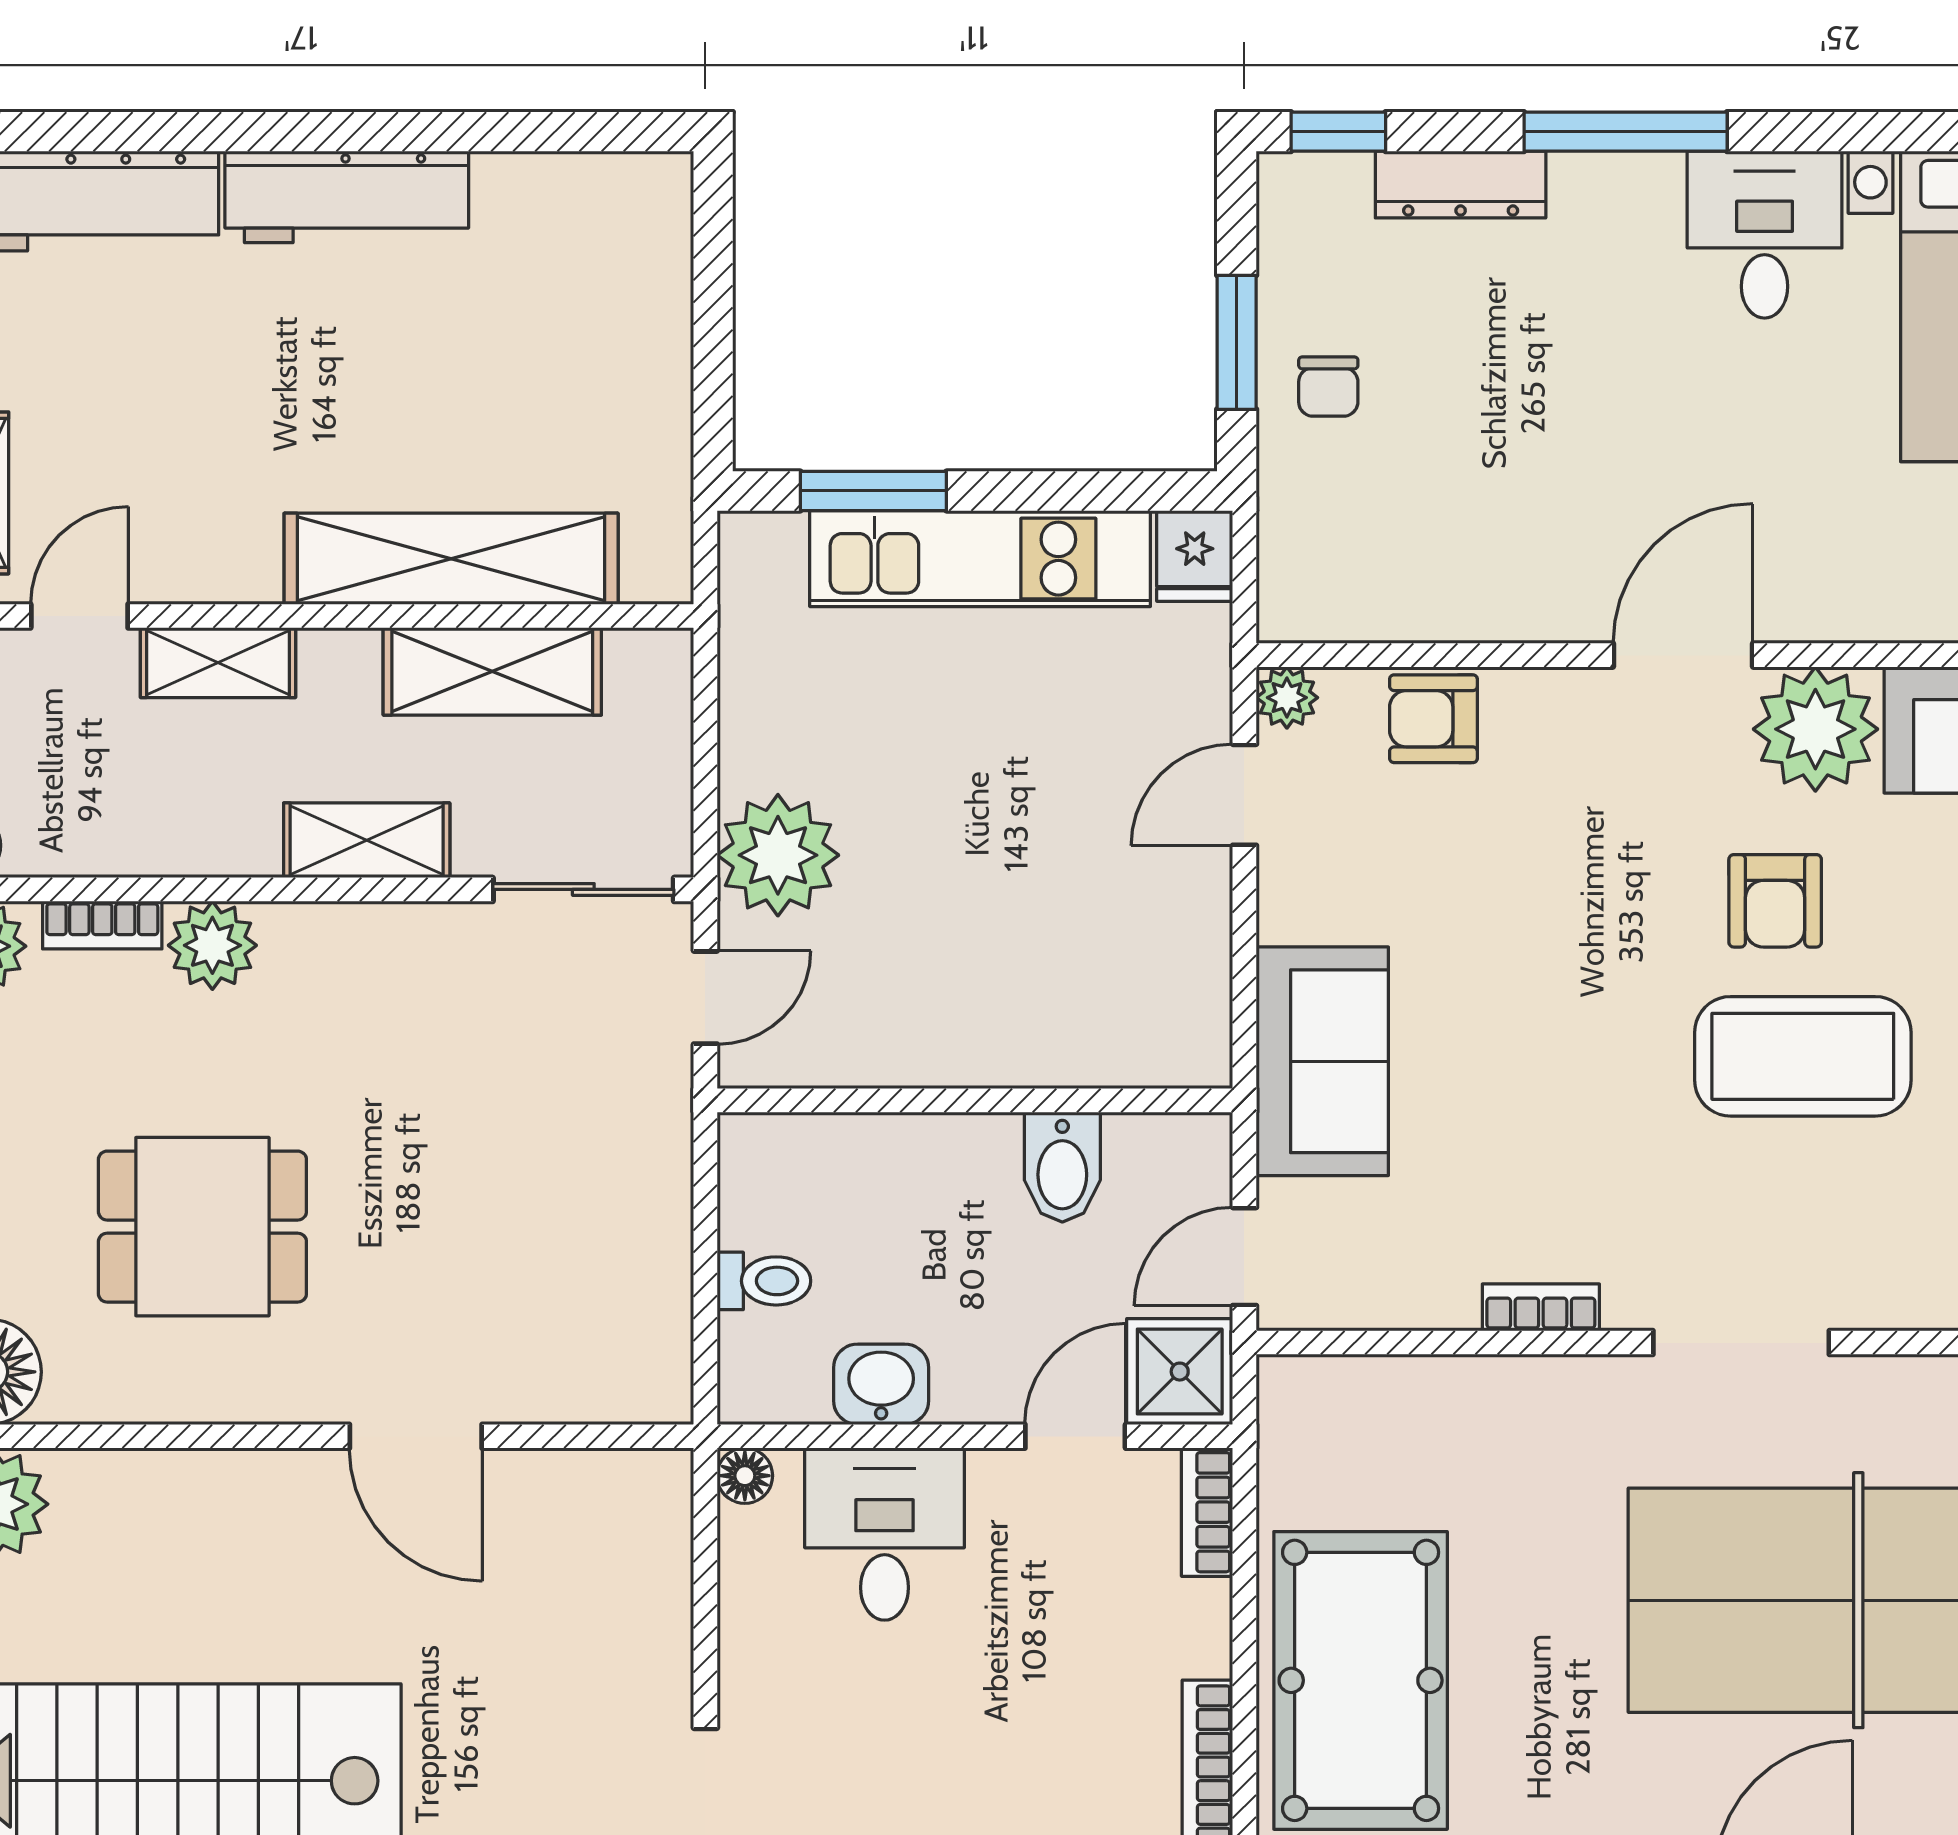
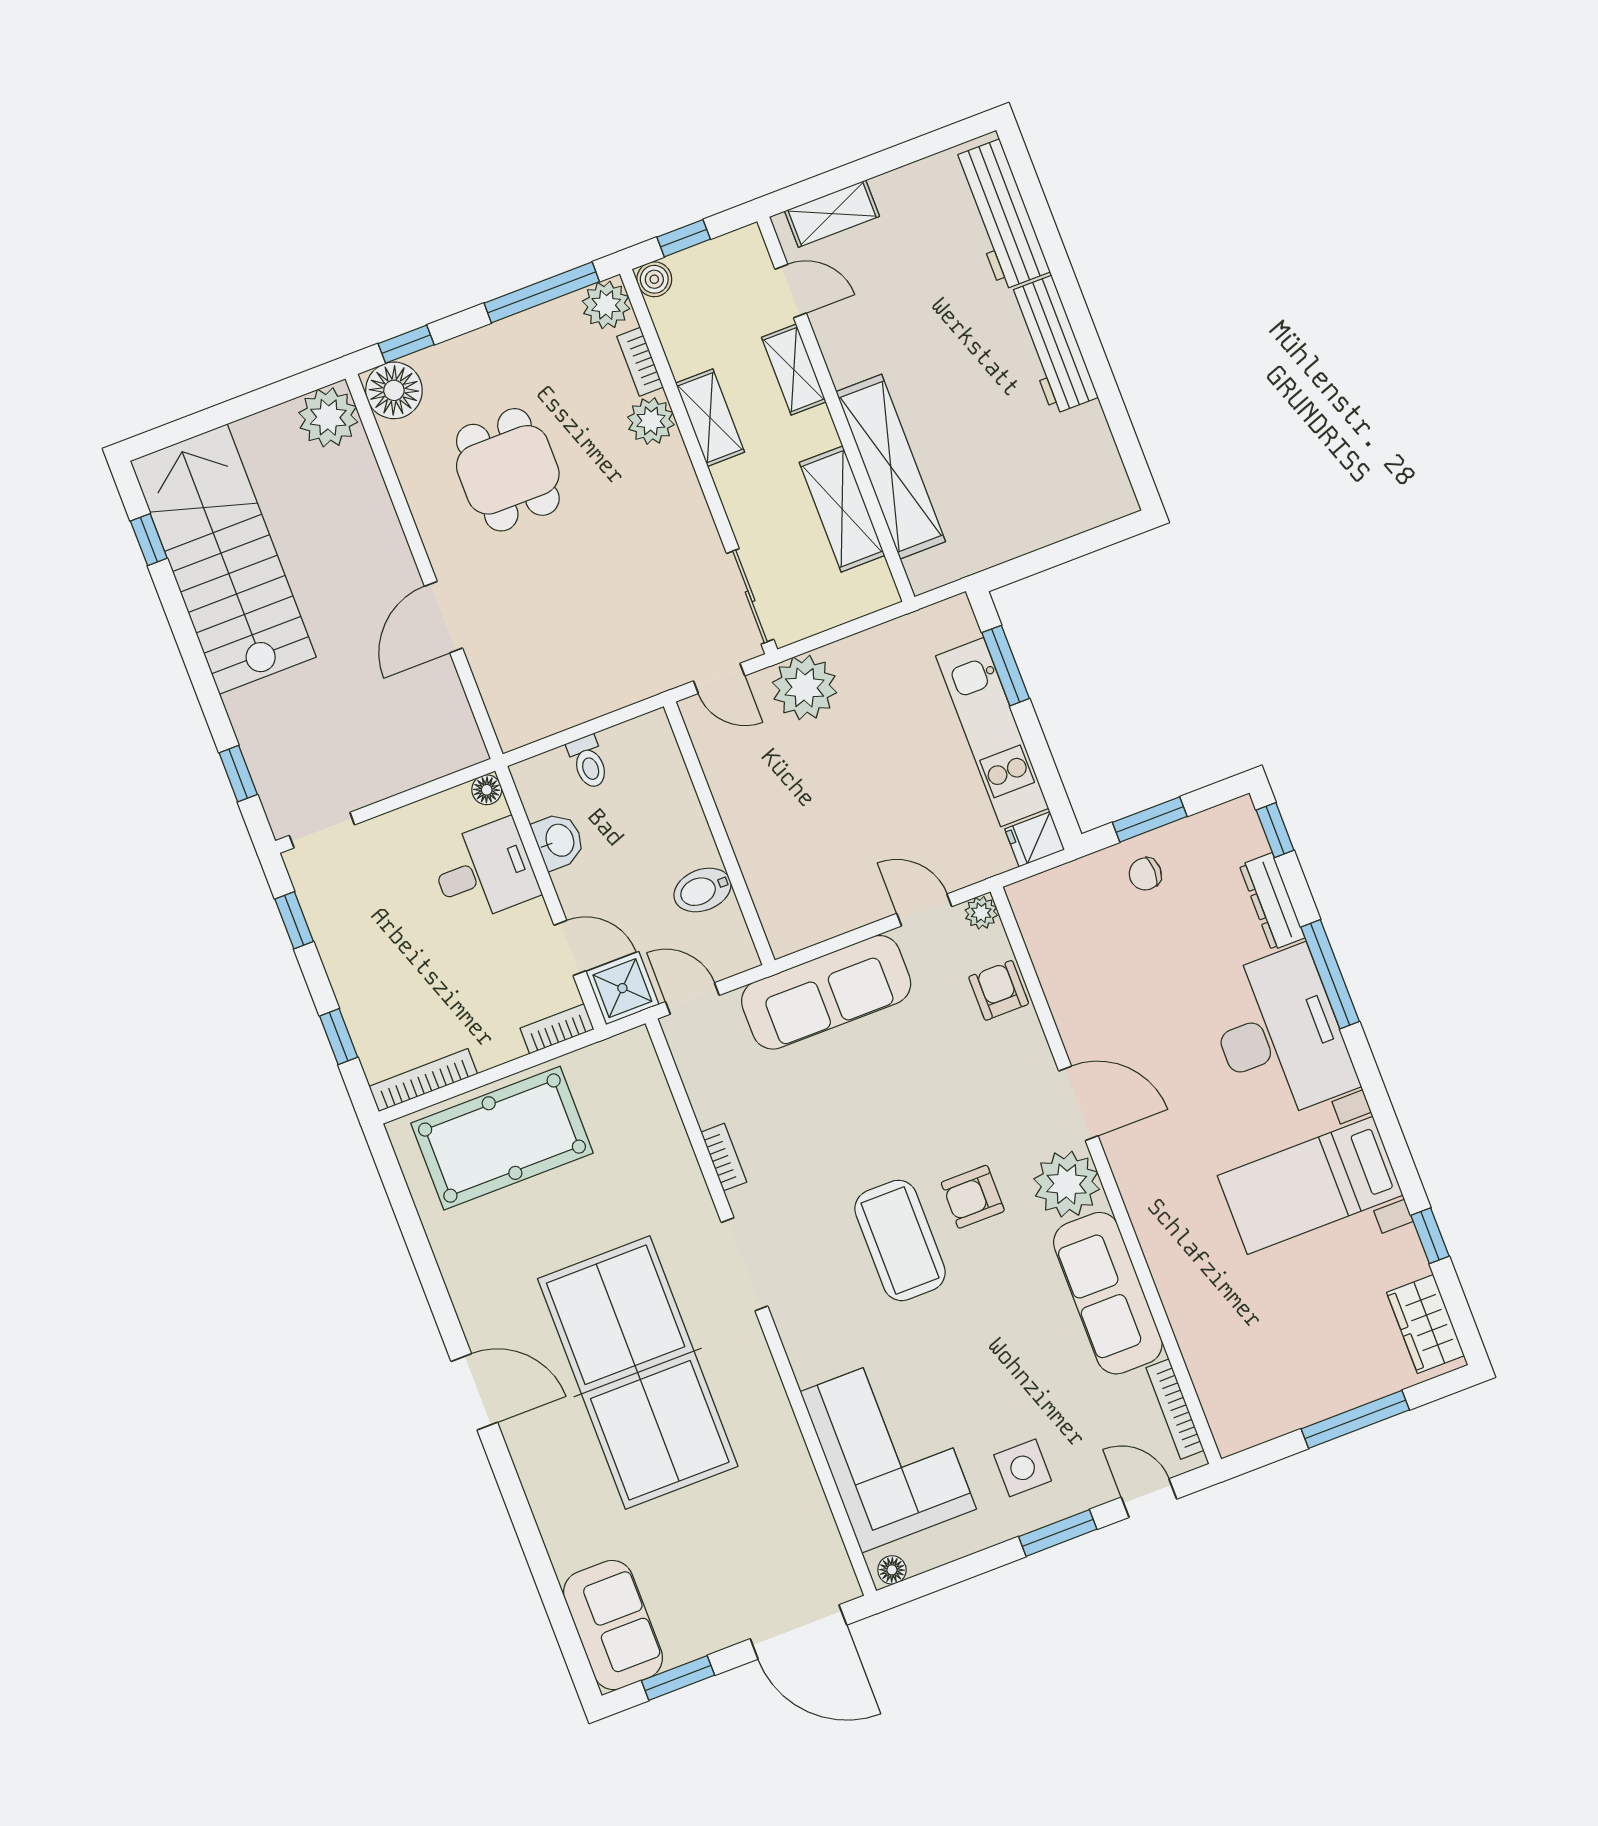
desk: (1765, 235) -> (1280, 1035), width x1.87, depth x1.30
shelving: (367, 840) -> (710, 418), moved
sofa: (1322, 1061) -> (826, 992), width x1.36

